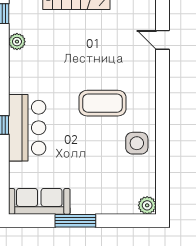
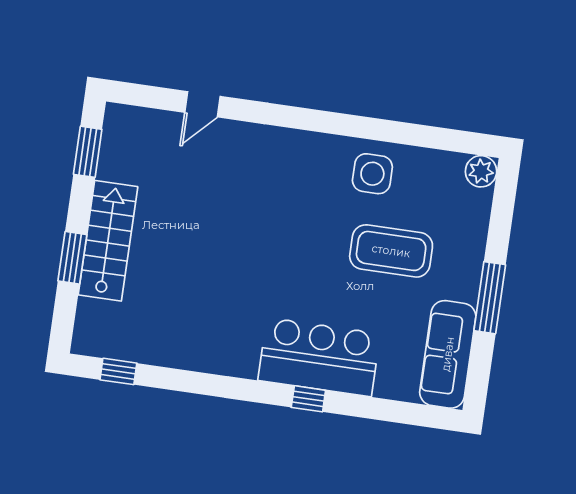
plant: (17, 42) -> (170, 353), removed
coffee table: (103, 103) -> (391, 251), moved, turned 90

